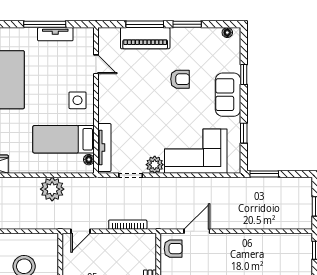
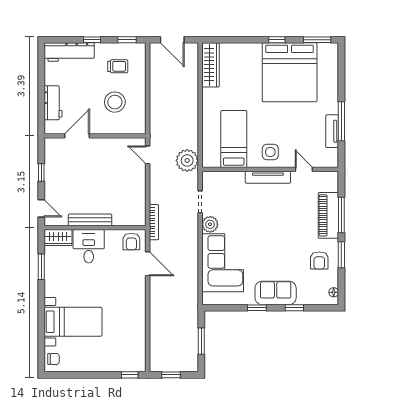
door: (96, 64) -> (304, 169), swing flipped
armchair: (180, 79) -> (319, 260), moved
window: (244, 133) -> (257, 308), moved
tv unit: (104, 148) -> (268, 177), moved
floor lamp: (89, 160) -> (215, 163), removed
window: (264, 174) -> (201, 341), moved
plant: (52, 189) -> (187, 160), moved
bookcase: (128, 225) -> (154, 222), moved

